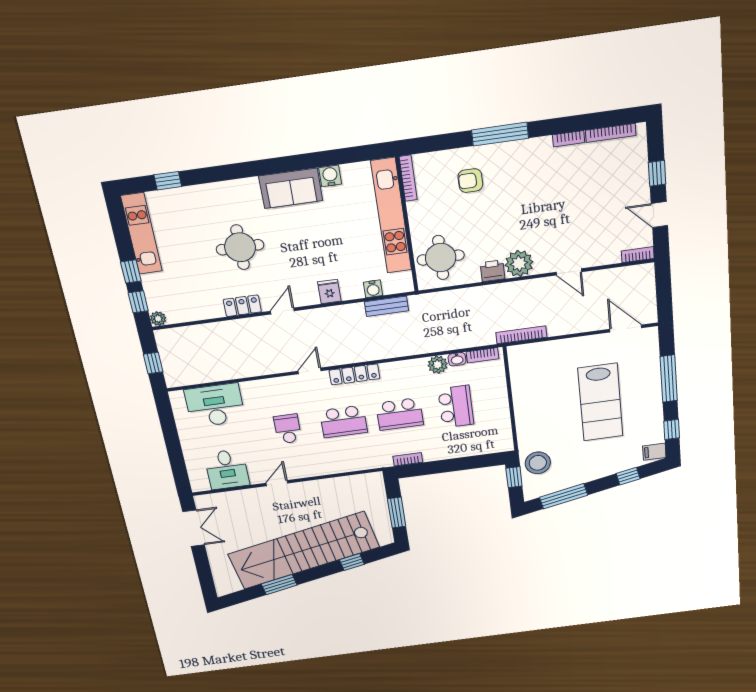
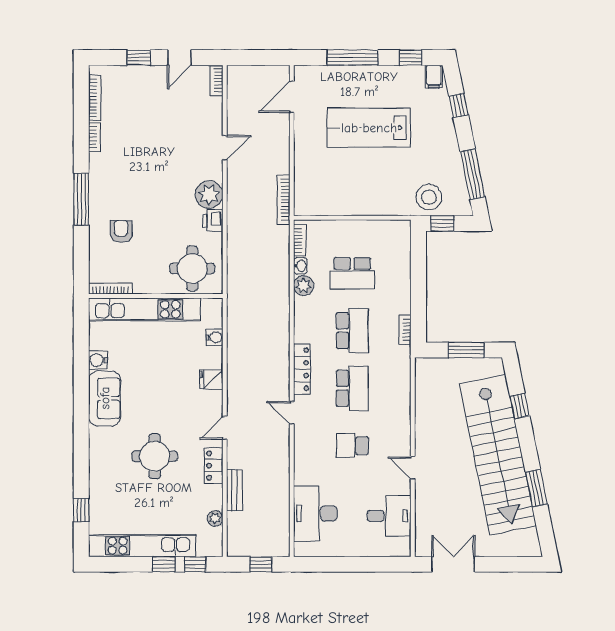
armchair: (470, 181) -> (121, 231), turned 180
kitchen unit: (141, 234) -> (142, 546), width x1.36
bench: (386, 306) -> (234, 490), moved
door: (282, 311) -> (225, 428), hinge flipped
plant: (158, 319) -> (215, 518), moved
lab bench: (600, 402) -> (369, 128), turned 180
school desk: (456, 407) -> (352, 273), turned 180

